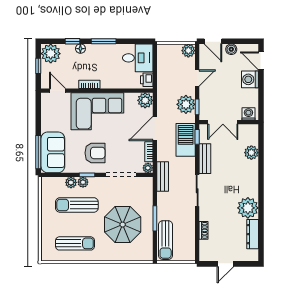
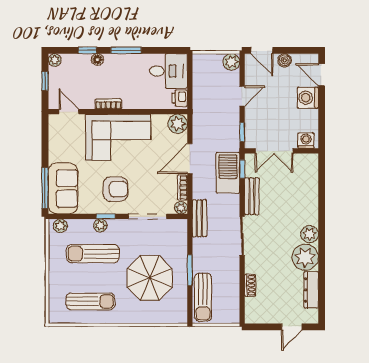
plant: (51, 54) -> (55, 60), width x0.53, depth x0.53
plant: (186, 104) -> (228, 129), removed
plant: (251, 153) -> (310, 234), moved
plant: (71, 182) -> (60, 226), moved
door: (225, 264) -> (292, 327), moved

